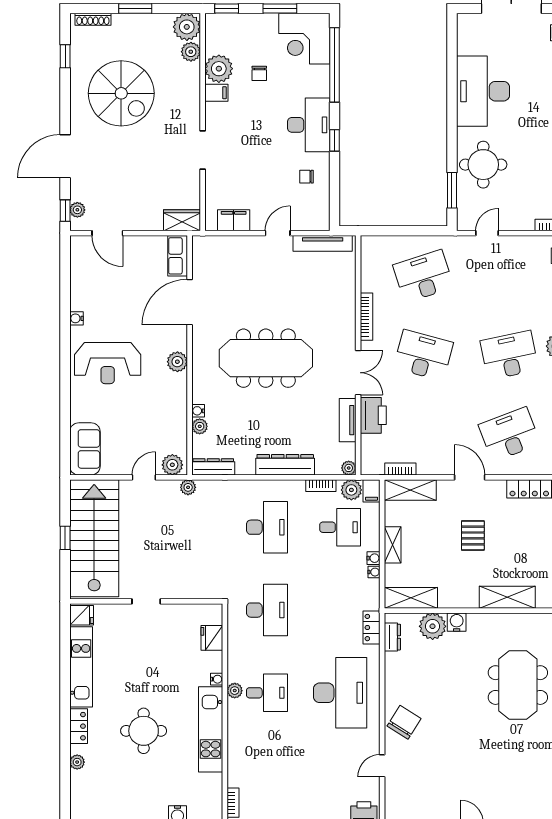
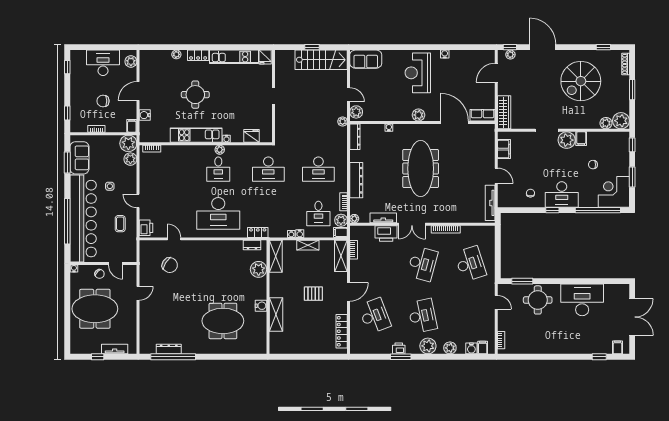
plant: (219, 69) -> (567, 140), moved
wardrobe: (182, 220) -> (504, 112), width x1.50
plant: (200, 426) -> (379, 129), removed
stairs: (94, 538) -> (321, 60), width x0.73, depth x0.66
water cooler: (457, 622) -> (261, 306), moved
chair: (404, 722) -> (170, 265), moved

